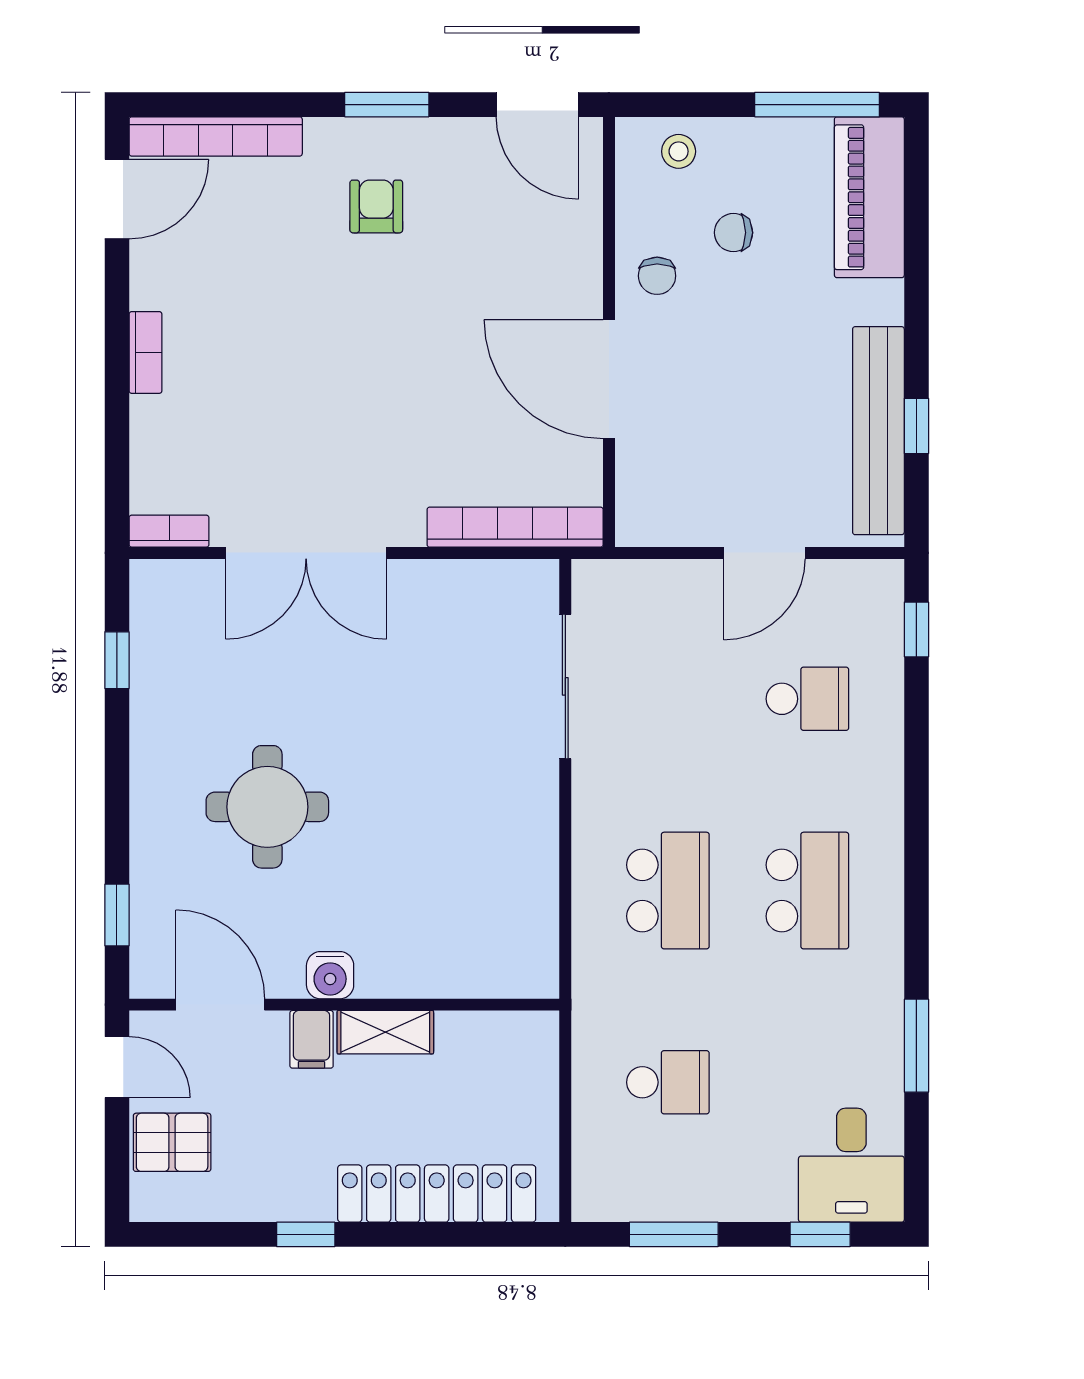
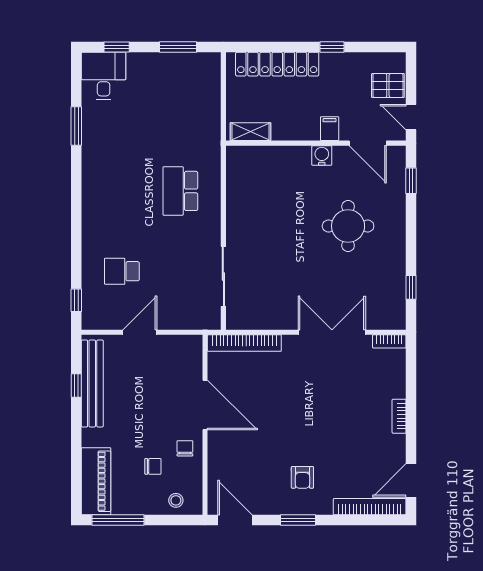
school desk: (807, 891) -> (122, 191), removed
shelving: (385, 1032) -> (250, 132), moved
school desk: (668, 1082) -> (180, 111), removed

